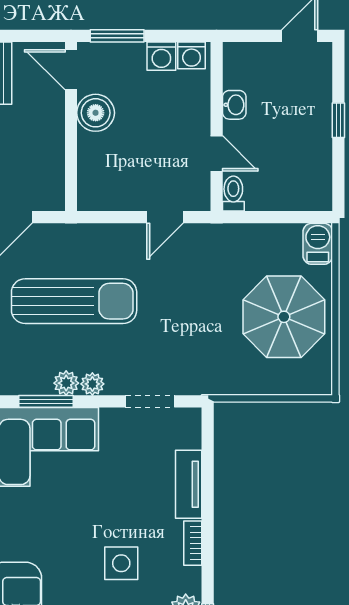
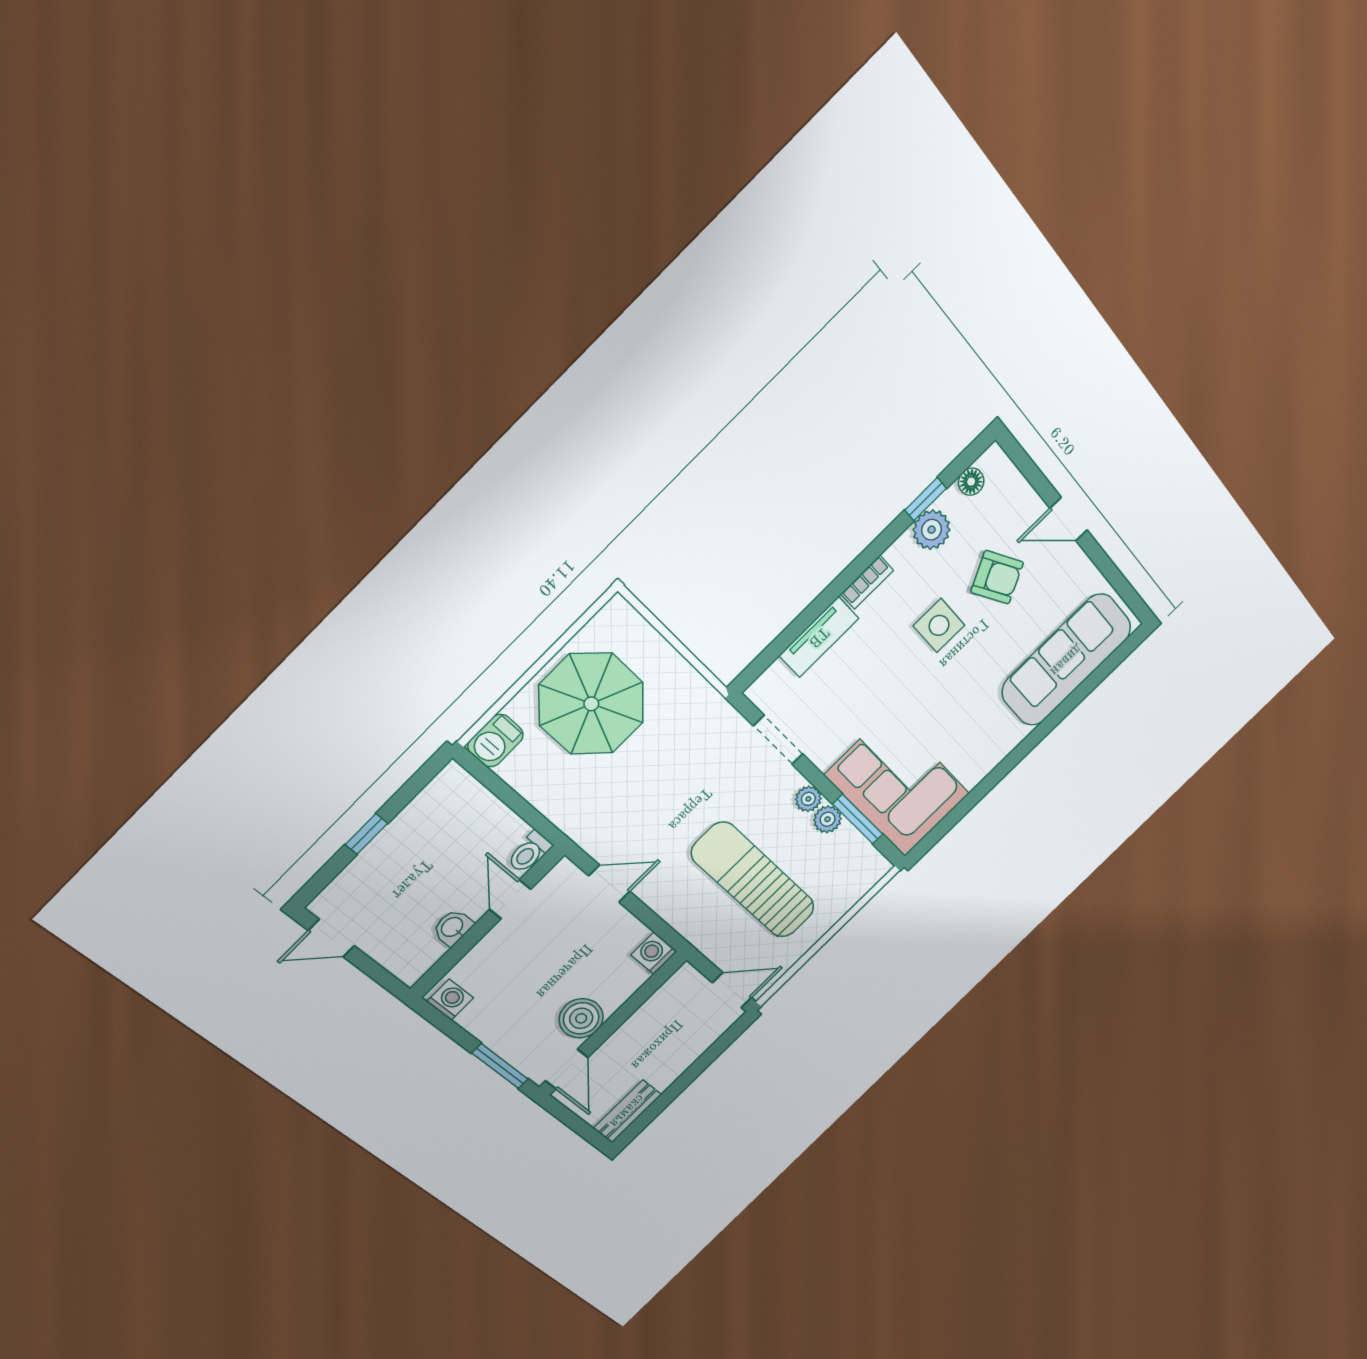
washing machine: (161, 56) -> (654, 953), moved, turned -90

